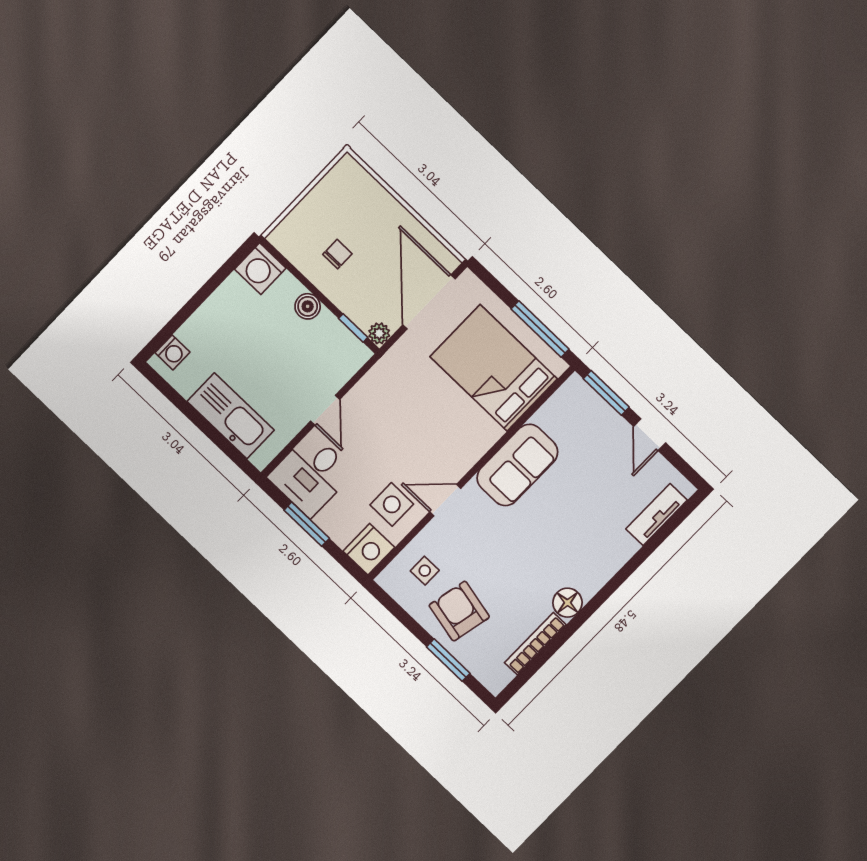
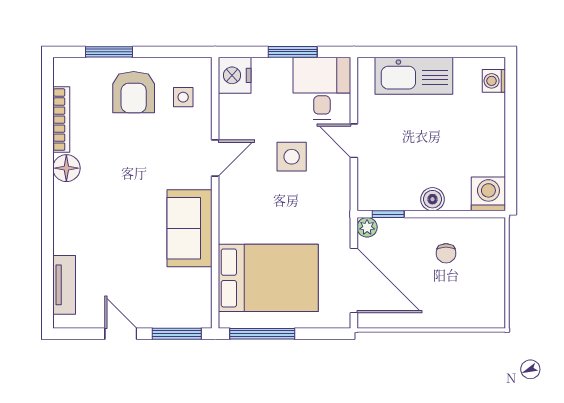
side table: (392, 504) -> (292, 157), moved
armchair: (459, 611) -> (134, 92), turned 78

